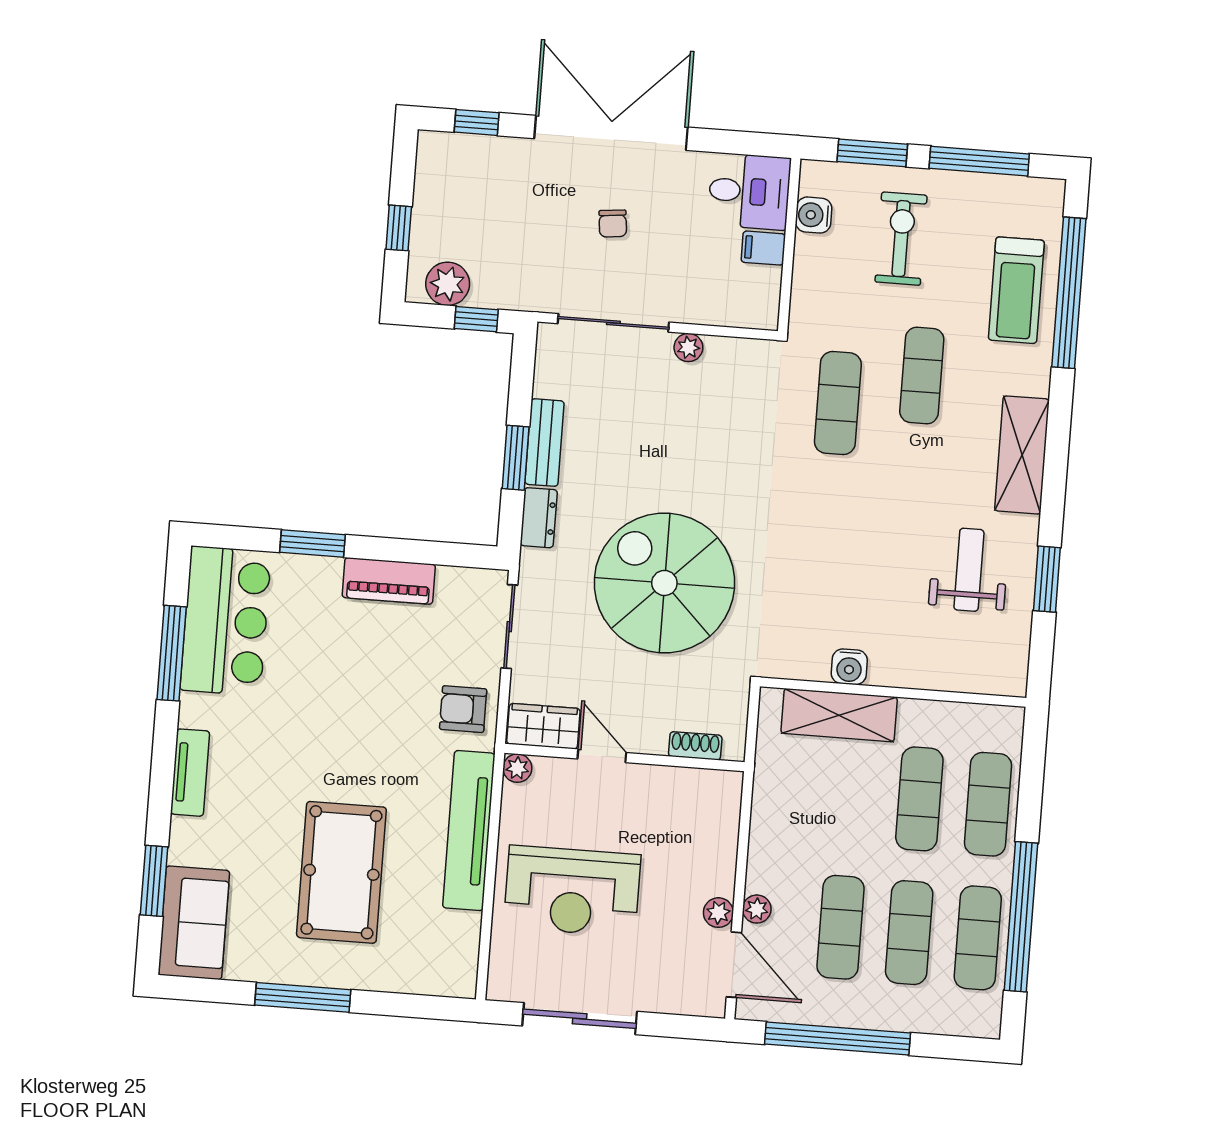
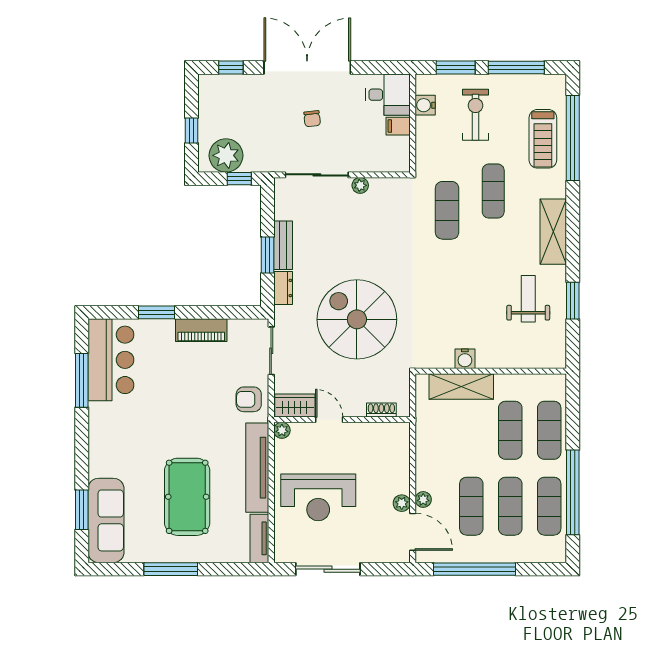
plant: (448, 284) -> (226, 155), width x1.36, depth x1.36
tv unit: (190, 773) -> (259, 538), moved, turned 180
sofa: (194, 923) -> (106, 520), width x1.36

